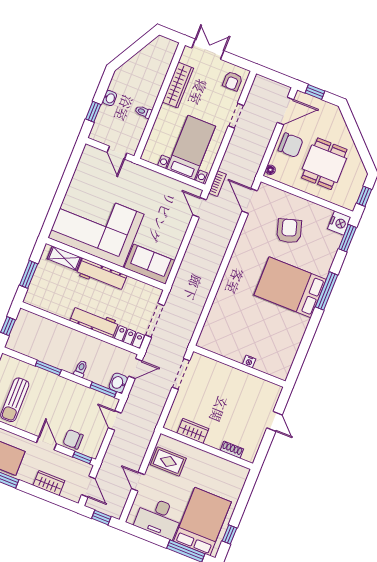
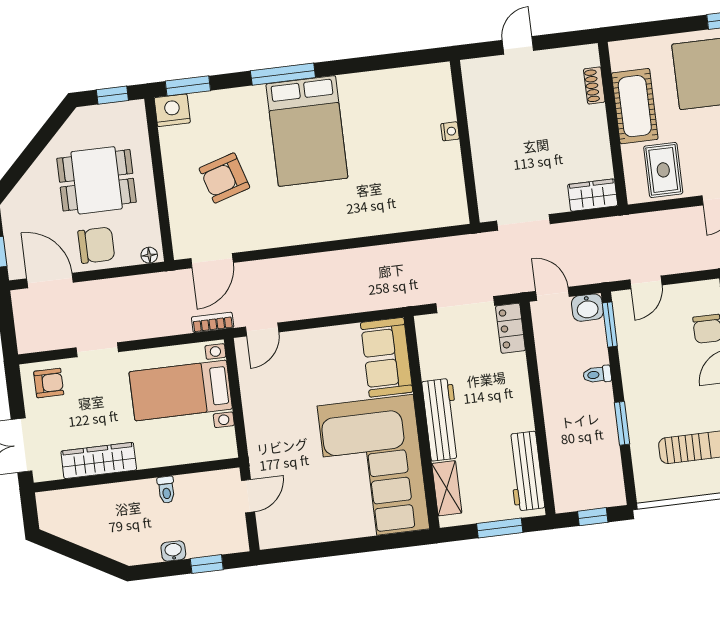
chair: (291, 145) -> (96, 245), turned 90
workbench: (94, 321) -> (526, 471), moved
wardrobe: (193, 431) -> (593, 195), moved, turned 90
cot: (210, 465) -> (635, 106), added

